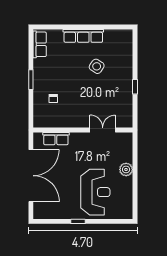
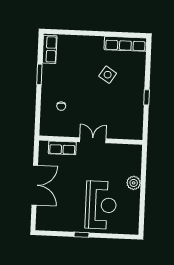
row of seats: (83, 36) -> (125, 44), moved
window: (31, 80) -> (39, 74), moved
double door: (103, 130) -> (93, 140), moved
double door: (31, 176) -> (35, 185), width x0.73

